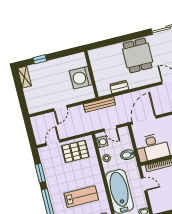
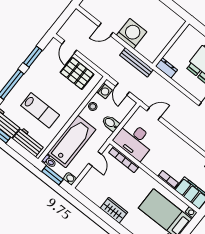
wall: (91, 74) -> (171, 44), moved
washing machine: (81, 78) -> (132, 34), moved, turned 90
door: (144, 120) -> (154, 114), width x0.53
door: (53, 143) -> (69, 47), swing flipped

